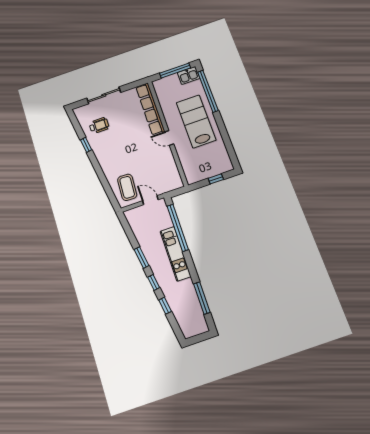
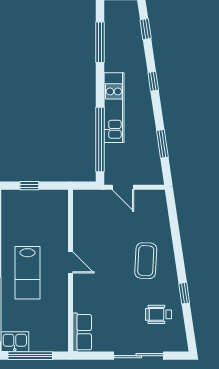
row of seats: (150, 109) -> (82, 332), width x0.50
lab bench: (196, 121) -> (27, 273), width x0.73, depth x0.72
coffee table: (127, 187) -> (146, 261), moved
window: (141, 258) -> (162, 144), moved
window: (165, 306) -> (146, 29), moved

